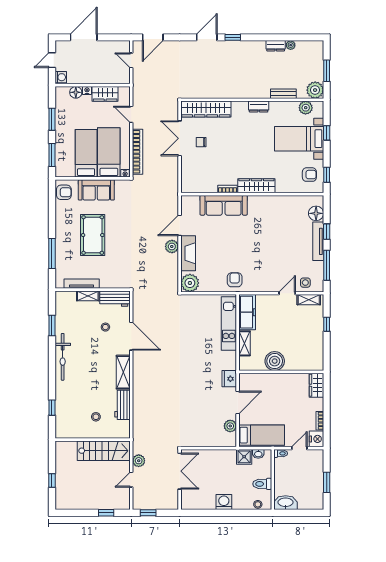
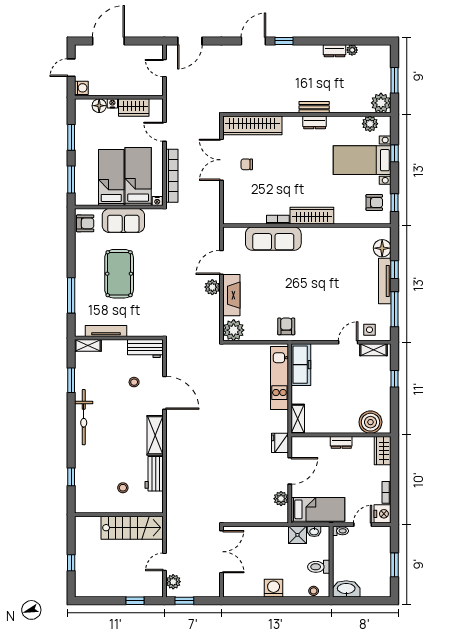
bench: (283, 94) -> (314, 107), moved
shelving: (88, 296) -> (88, 345), moved
shelving: (244, 343) -> (298, 419), moved
boiler: (275, 361) -> (370, 422), moved
dresser: (281, 378) -> (341, 442), added
plant: (139, 461) -> (173, 582), moved

